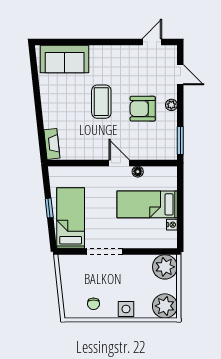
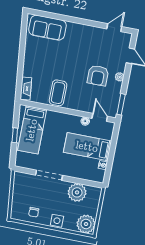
coffee table: (101, 102) -> (58, 93), moved
armchair: (143, 109) -> (98, 75), turned -90
door: (119, 163) -> (100, 117), moved
bed: (71, 218) -> (32, 130), moved, turned 180
plant: (165, 267) -> (77, 192), moved

